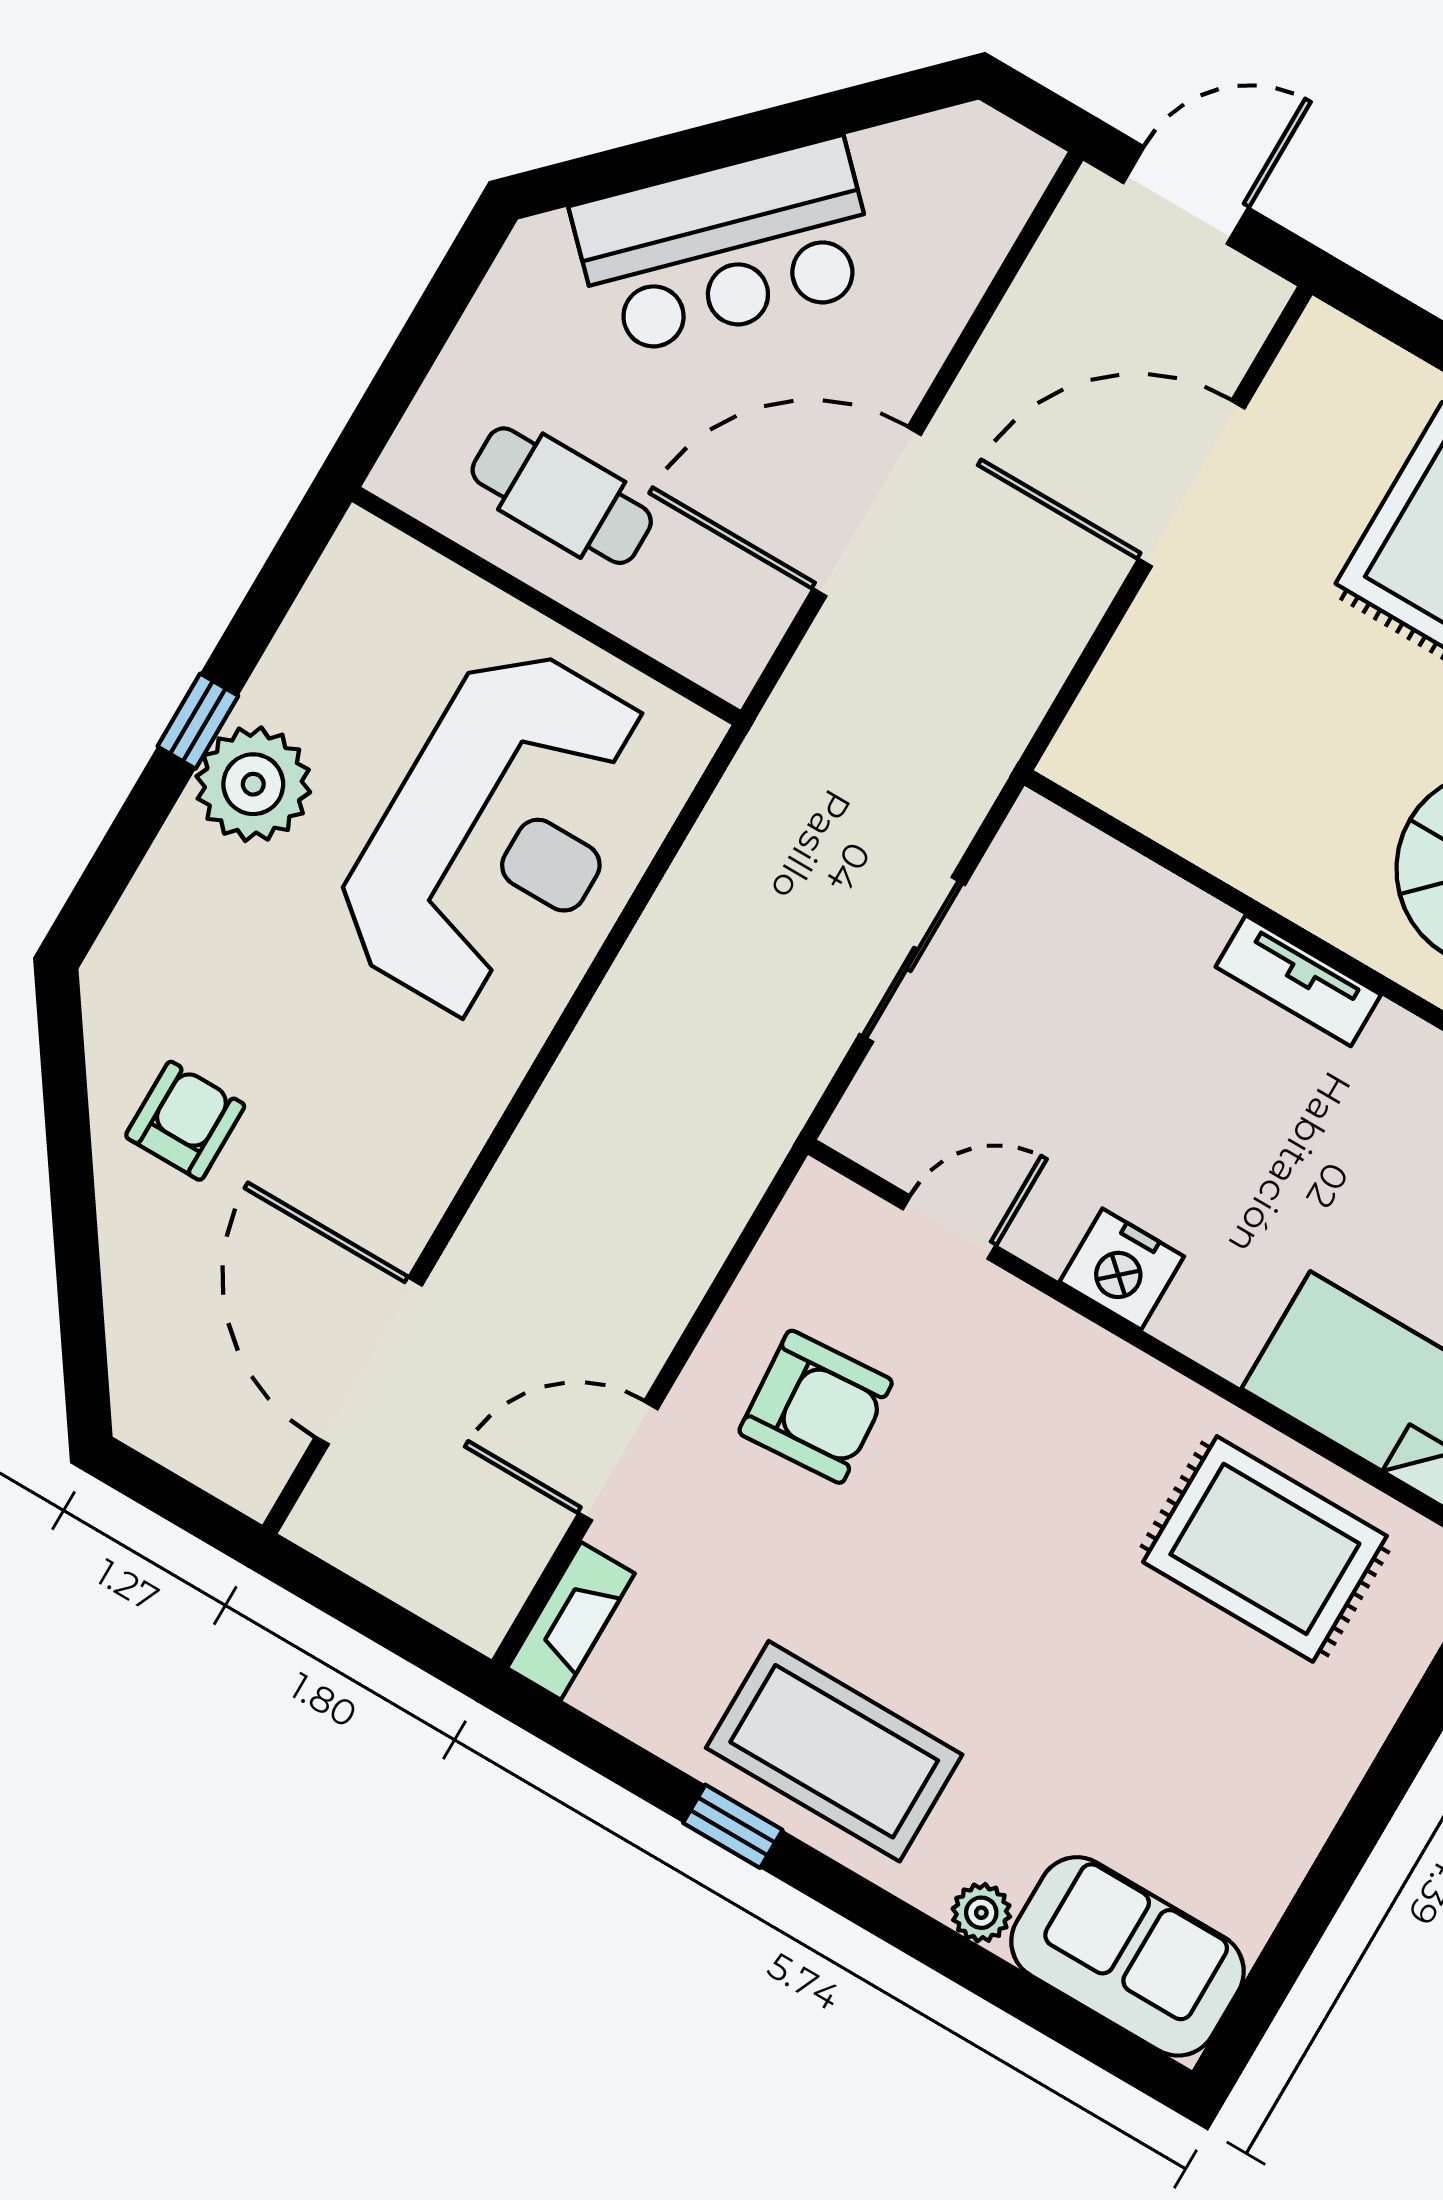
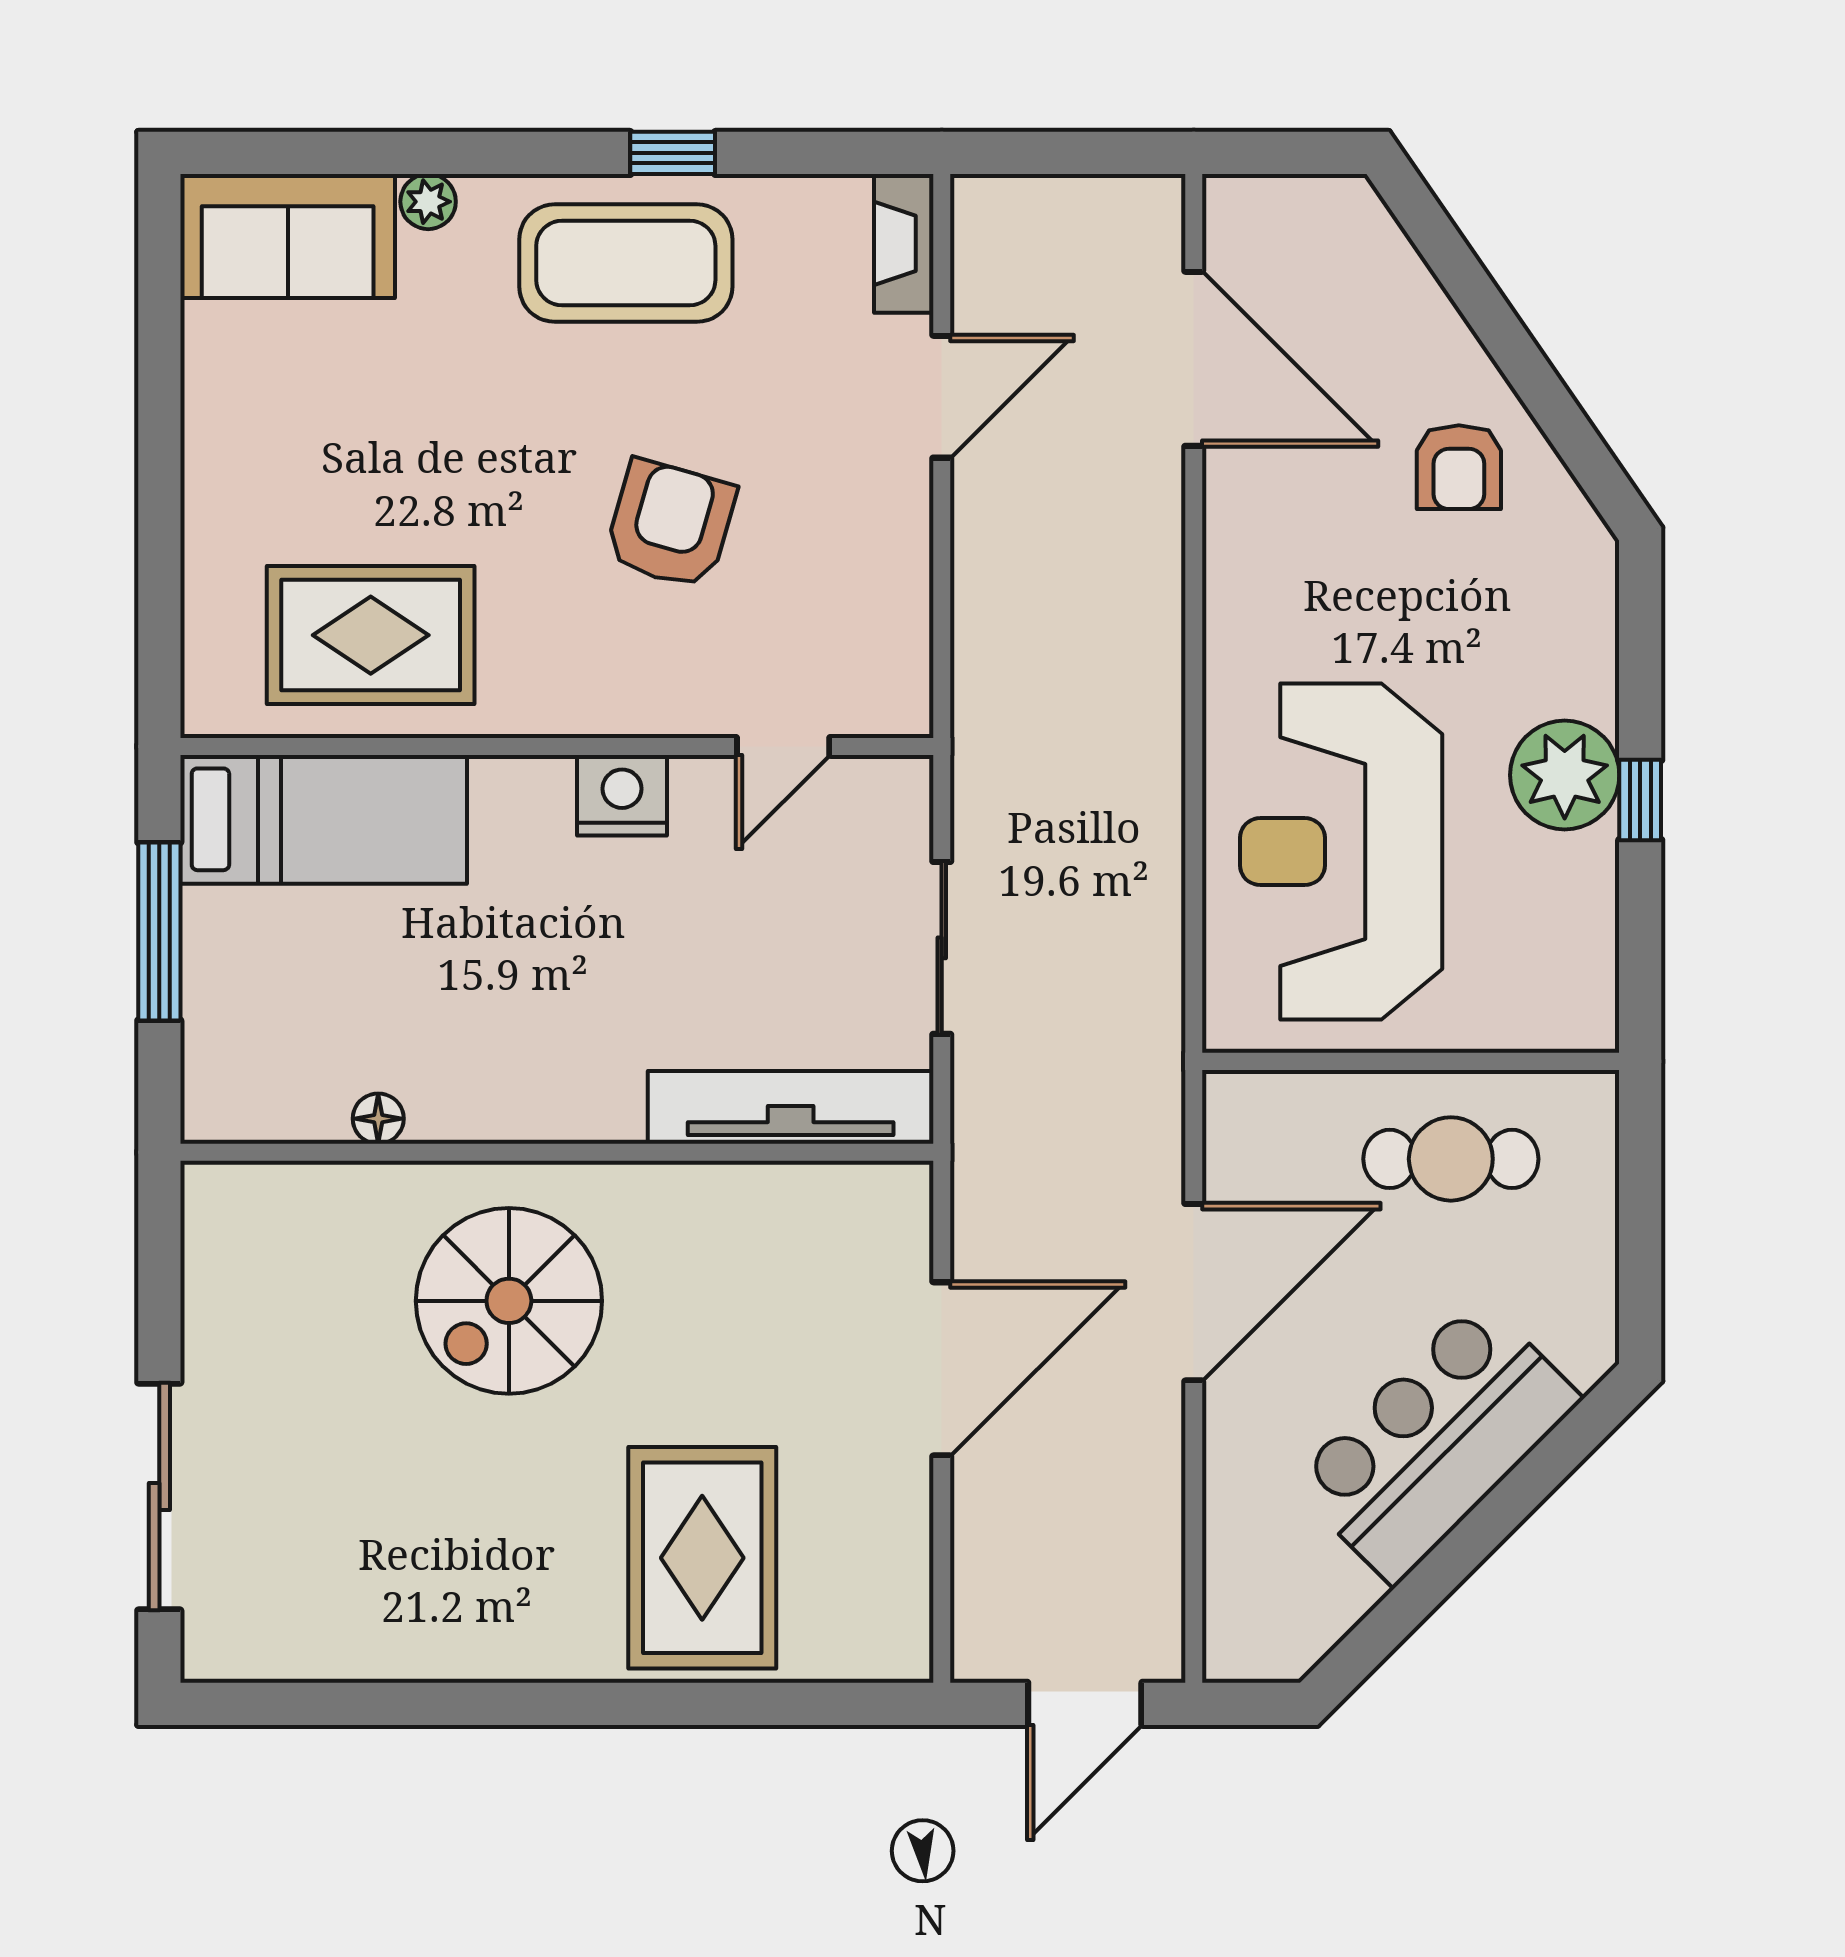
door: (1192, 483) -> (942, 1369), moved
tv unit: (1298, 981) -> (791, 1107), moved, width x1.92, depth x1.29
armchair: (816, 1407) -> (670, 524), moved, turned 110

